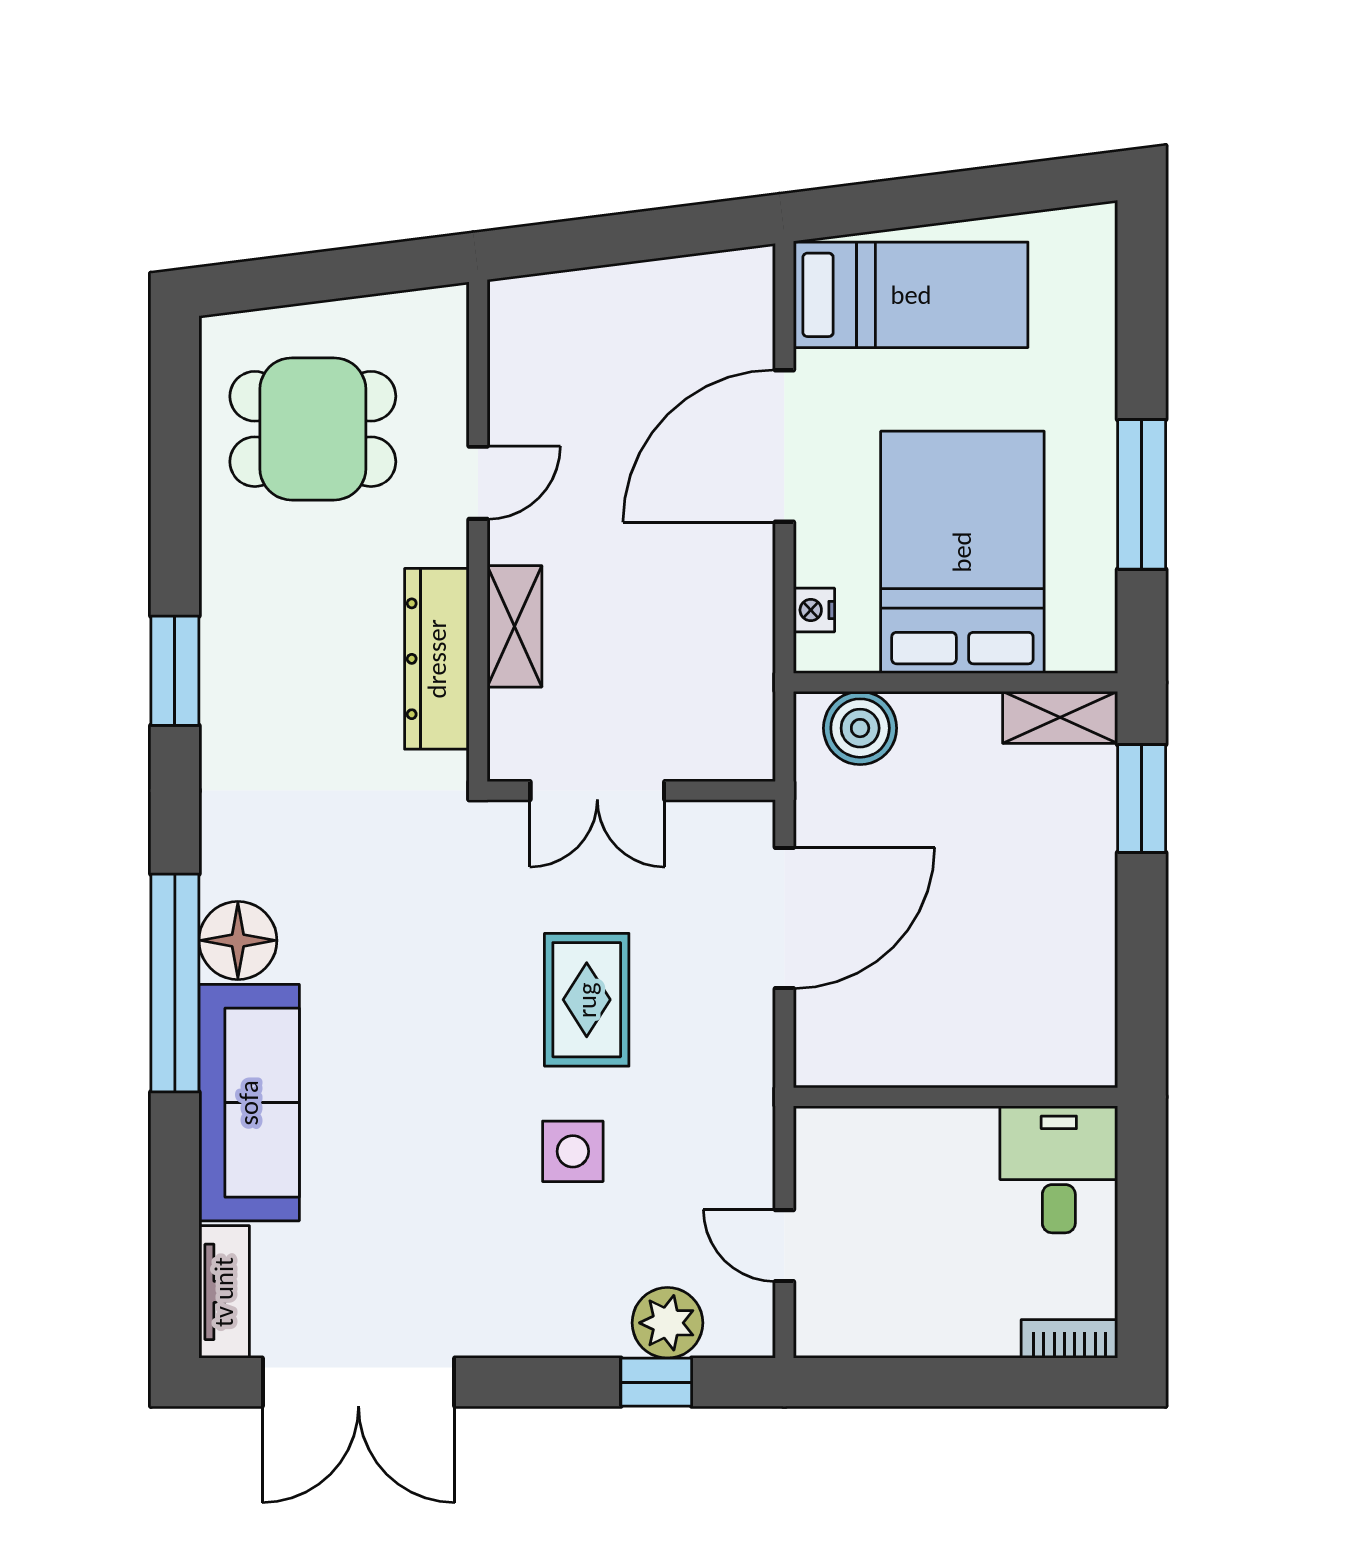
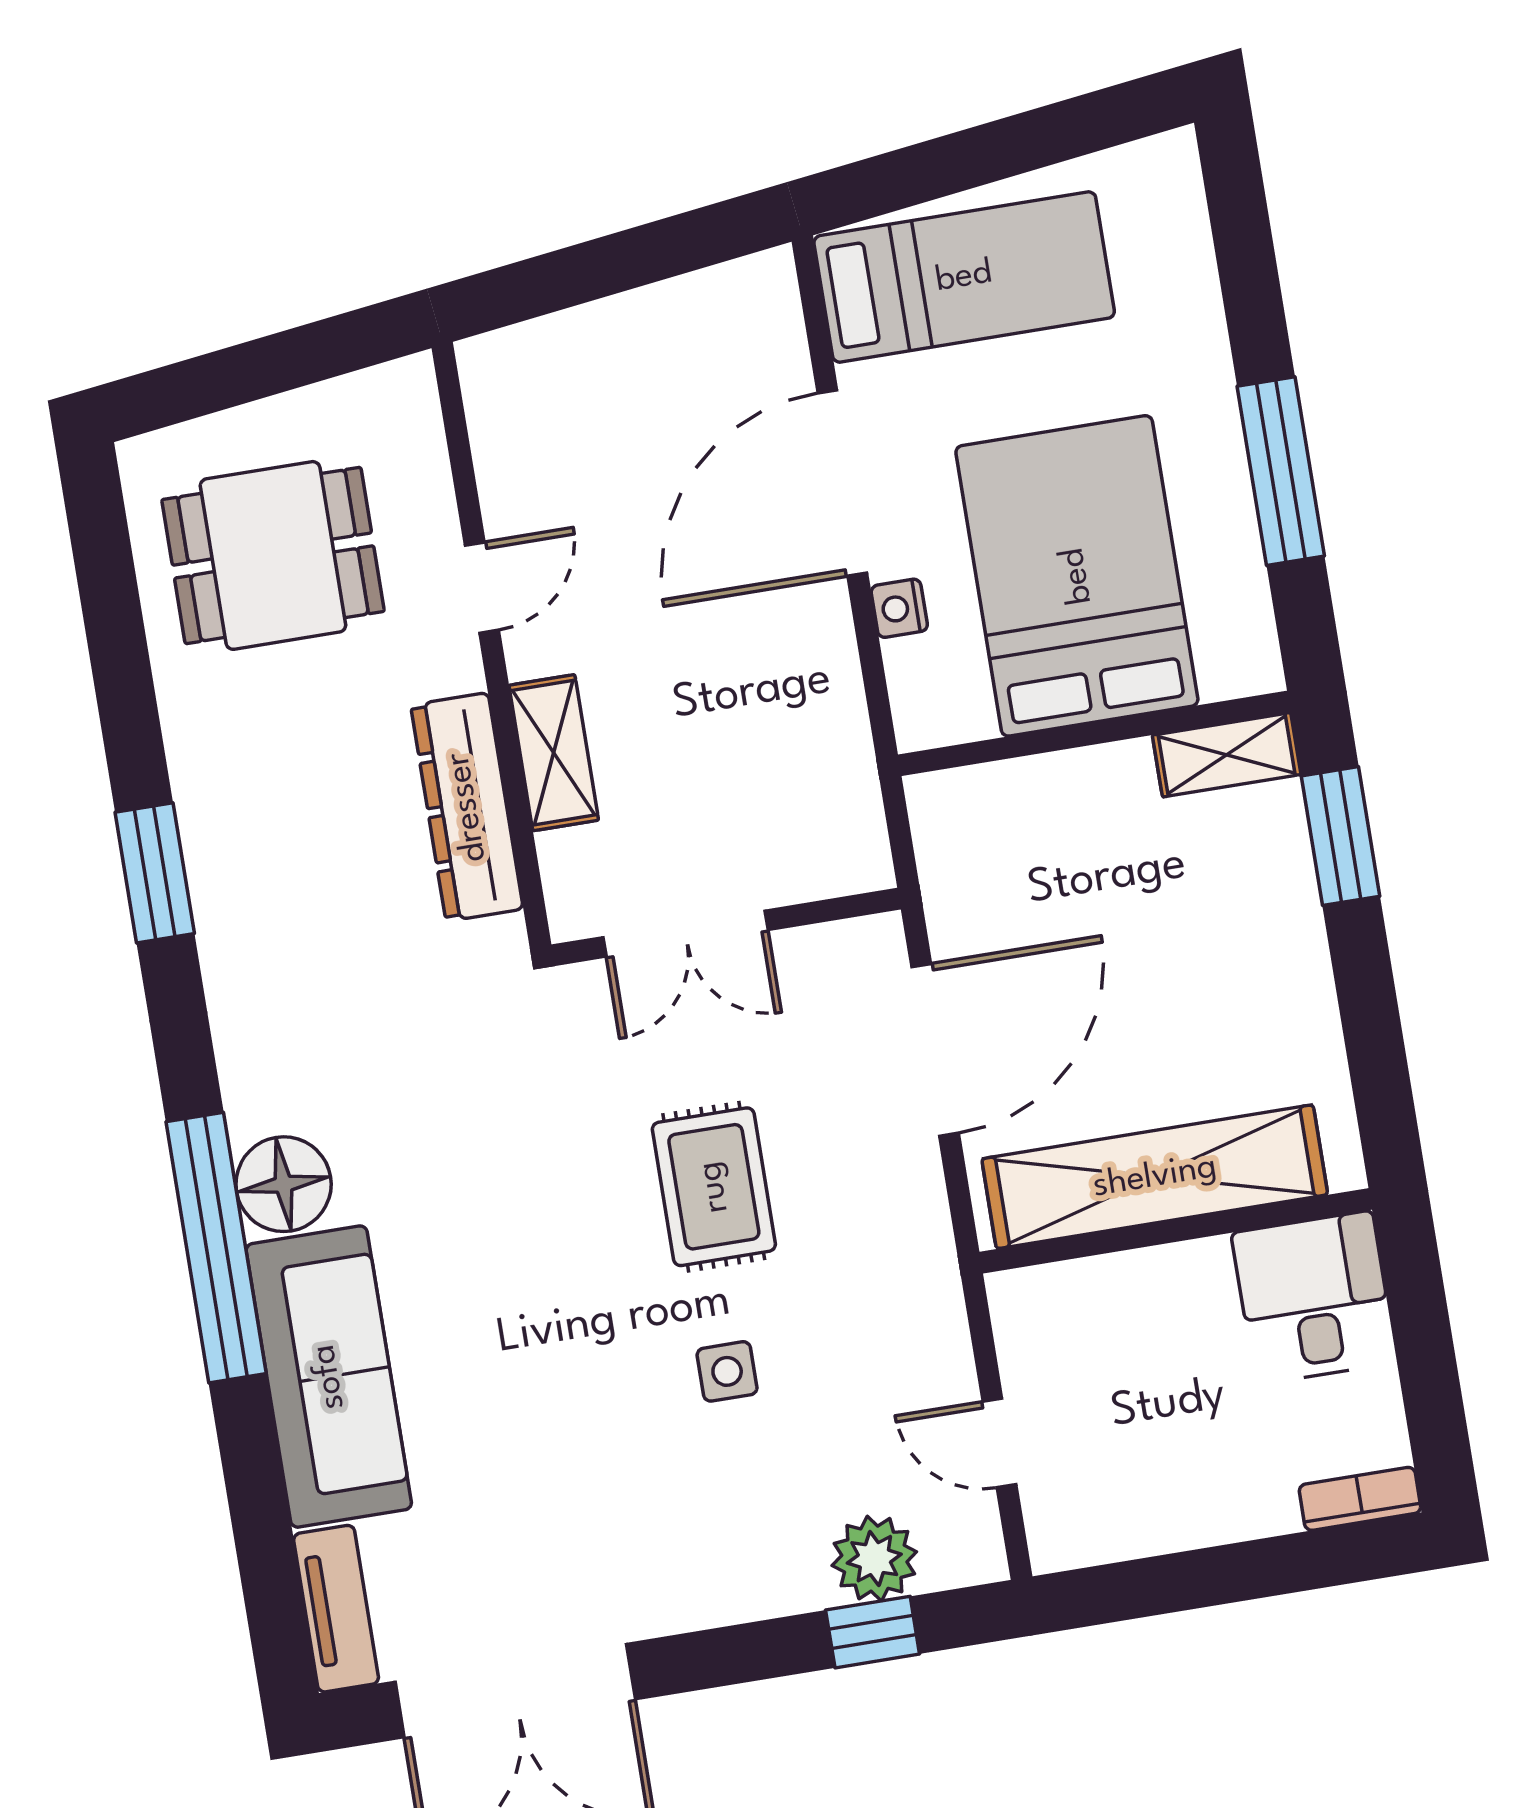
nightstand: (814, 610) -> (899, 608), moved
boiler: (860, 728) -> (989, 807), removed
shelving: (946, 1050) -> (1155, 1177), added
side table: (573, 1151) -> (727, 1371), width x0.73, depth x0.73

